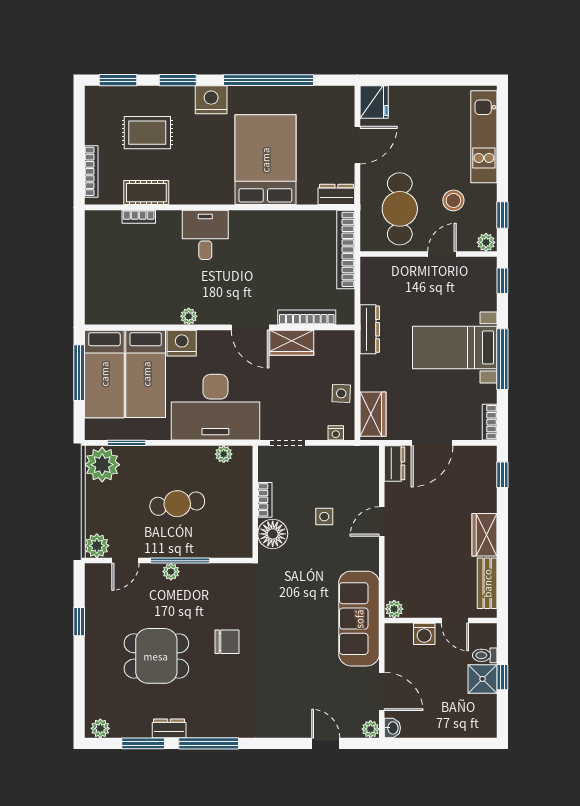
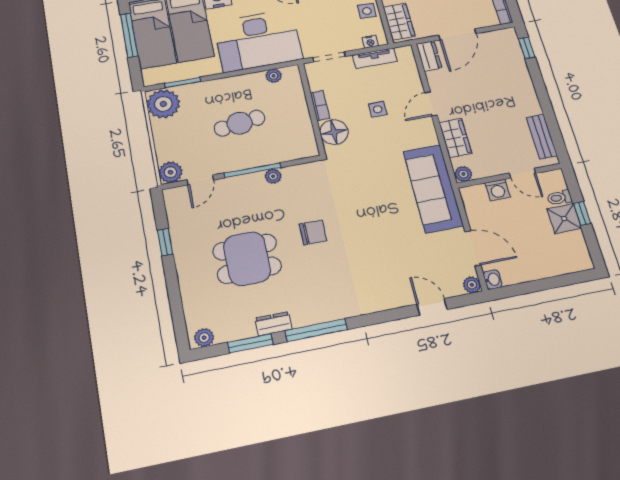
tv unit: (336, 454) -> (375, 58), added
wardrobe: (485, 535) -> (455, 138), moved, turned 180
plant: (171, 572) -> (273, 176), moved

